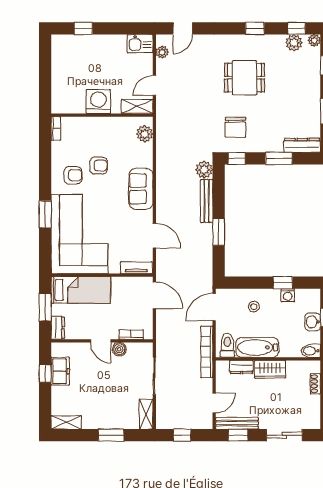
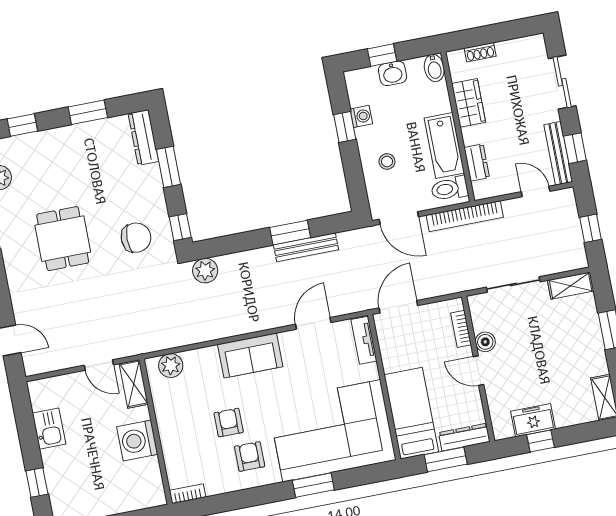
kitchen sink: (140, 44) -> (49, 429), moved
plant: (162, 52) -> (49, 363), removed
bench: (207, 201) -> (306, 247), moved
dresser: (58, 328) -> (464, 437), width x1.44
door: (101, 341) -> (479, 371), swing flipped
wardrobe: (270, 369) -> (469, 103), moved

